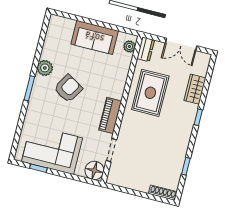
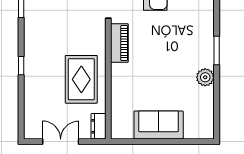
plant: (129, 47) -> (117, 125), removed
armchair: (68, 89) -> (174, 61), removed
wardrobe: (195, 89) -> (33, 96), removed

